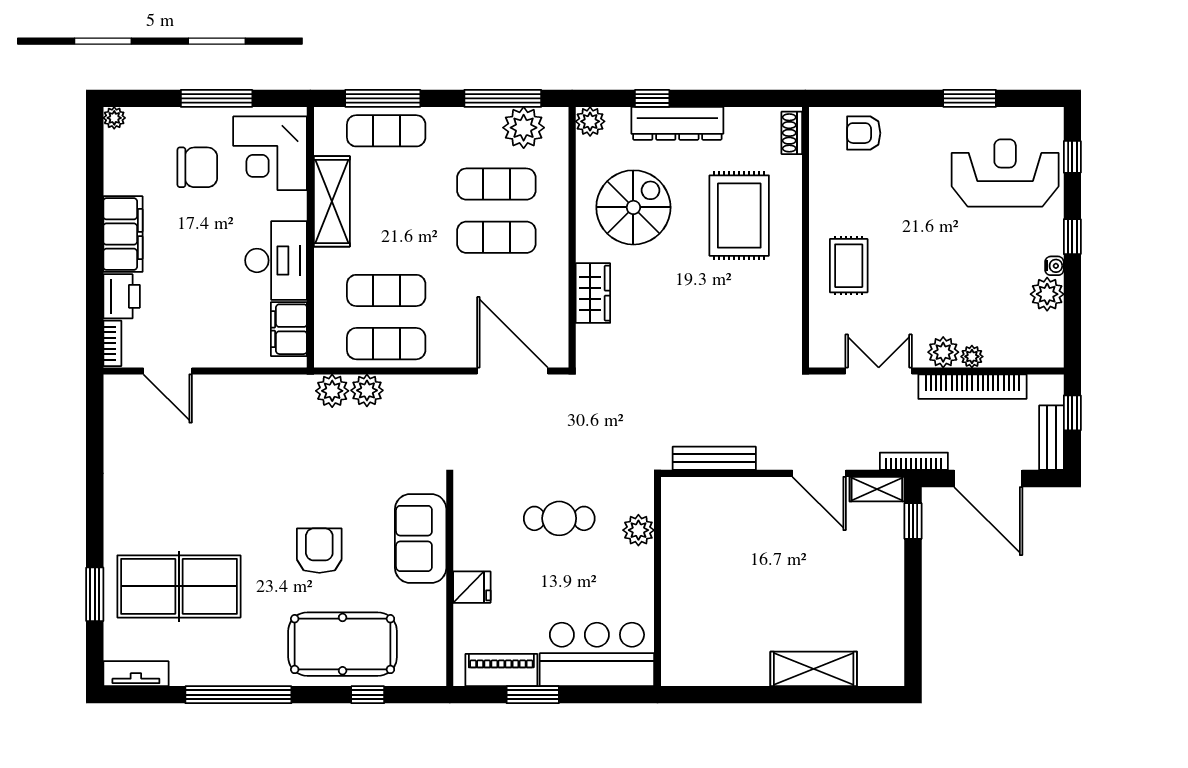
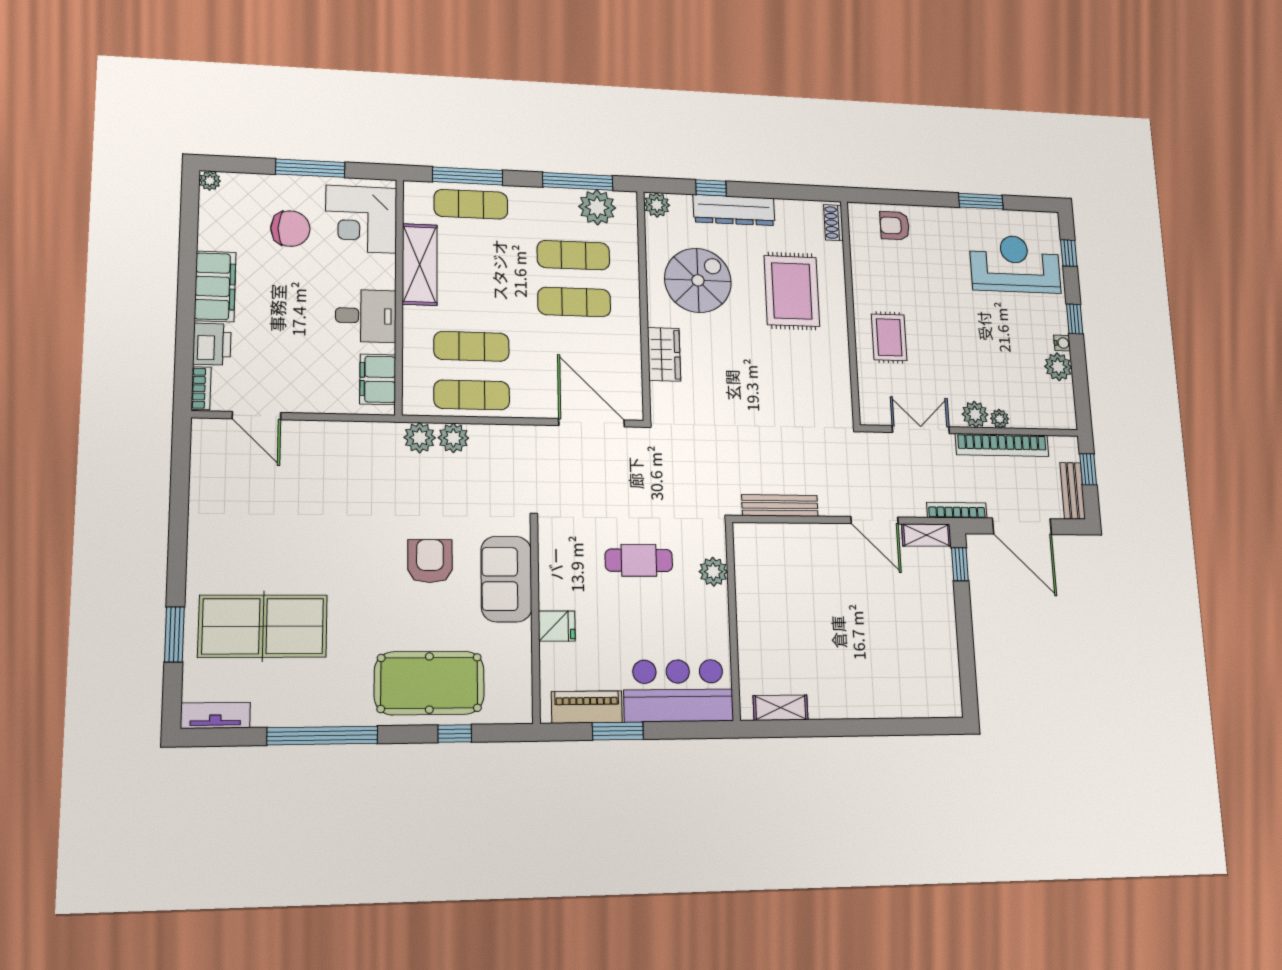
desk: (276, 260) -> (366, 316), width x0.73
armchair: (319, 551) -> (430, 561), moved
shelving: (814, 669) -> (781, 708), moved, width x0.67, depth x0.75

